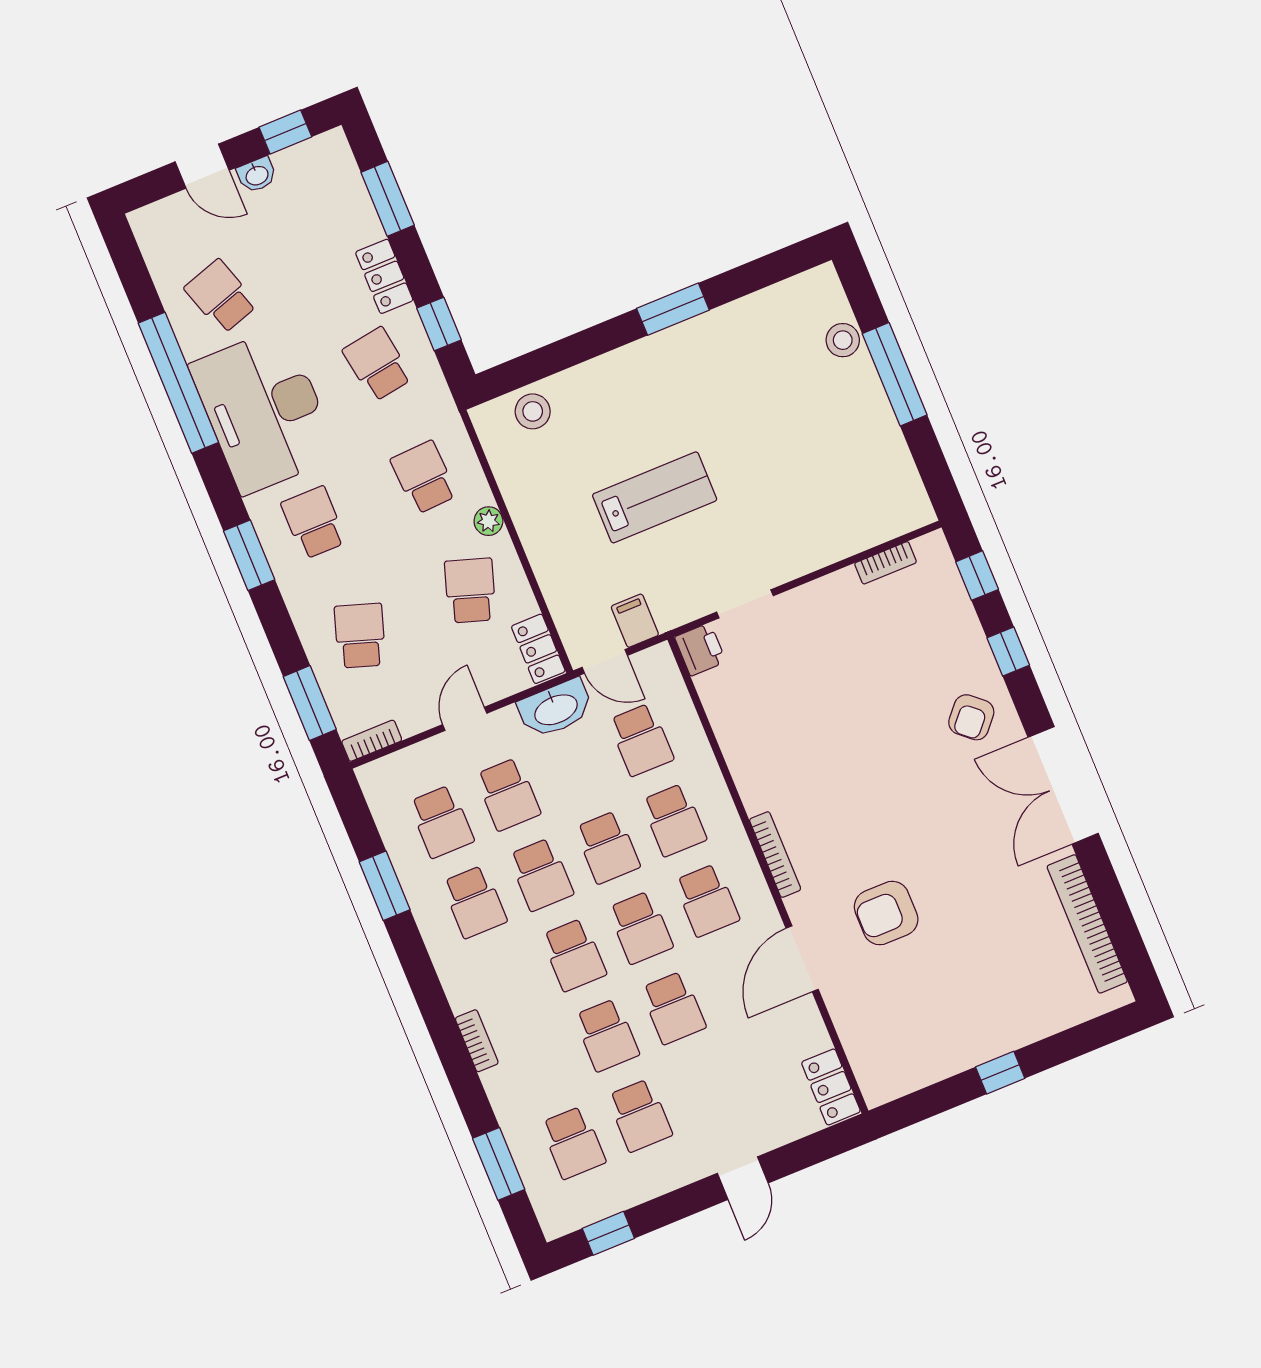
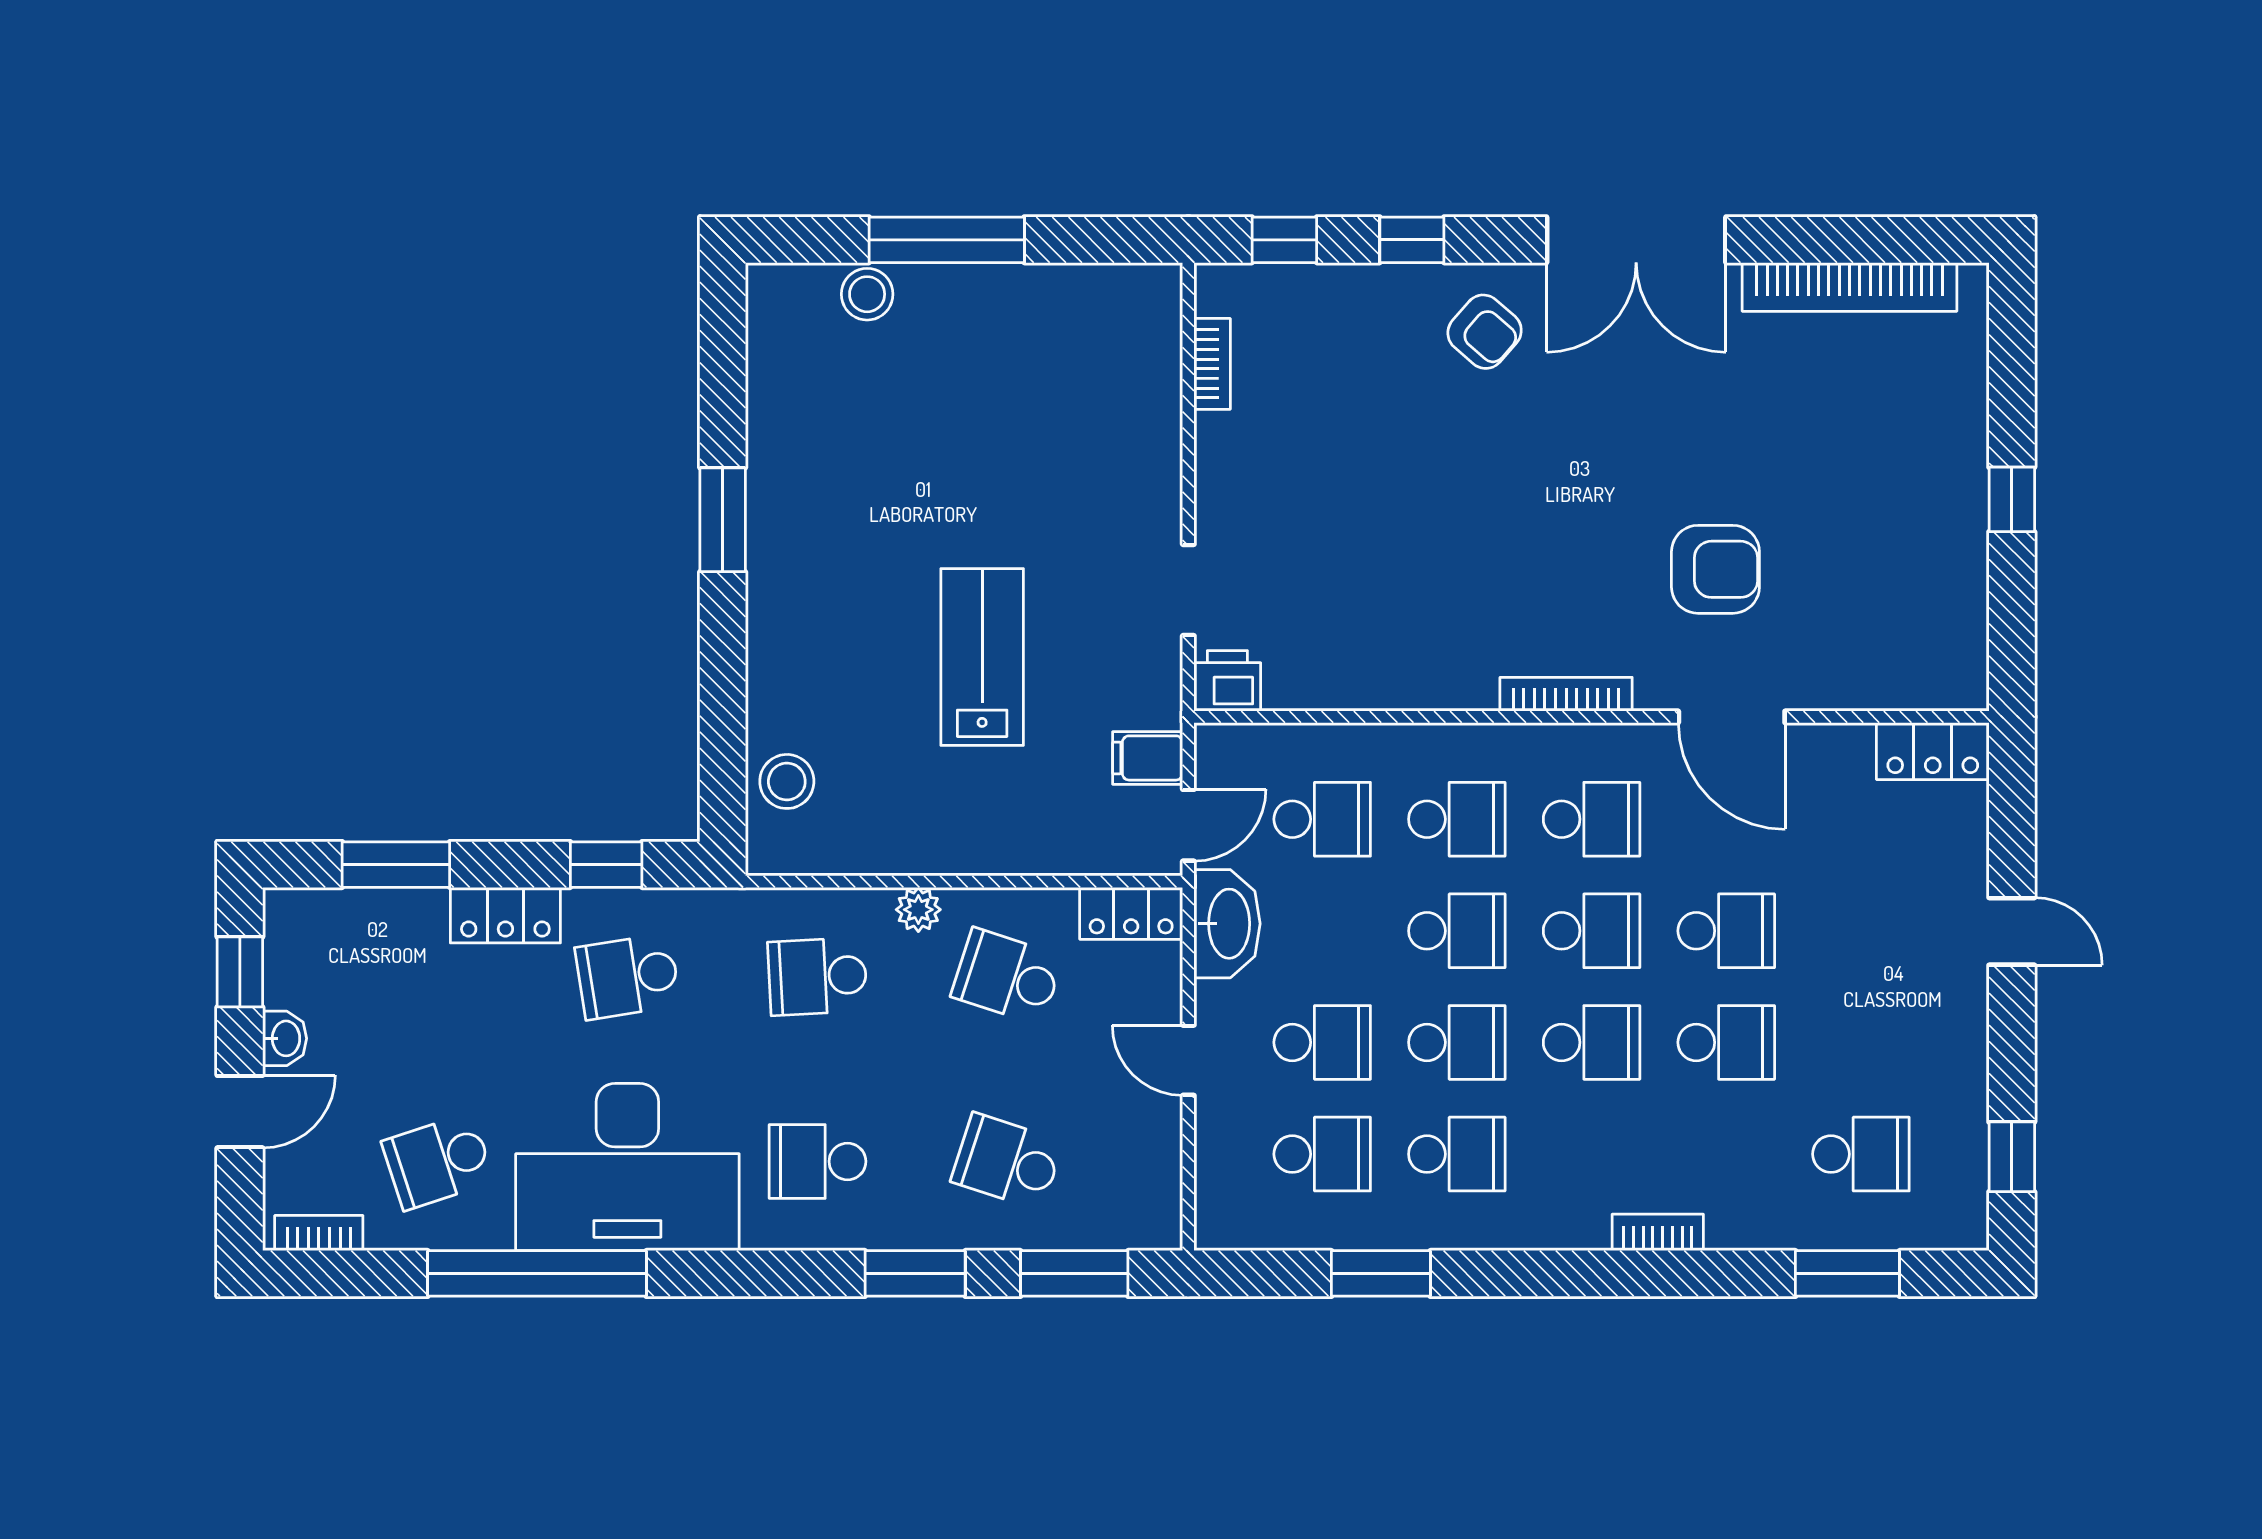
window: (249, 555) -> (915, 1273), moved
bookcase: (372, 741) -> (319, 1233), moved, turned 90
armchair: (886, 913) -> (1715, 569), turned -90
school desk: (640, 1115) -> (1861, 1042), removed

